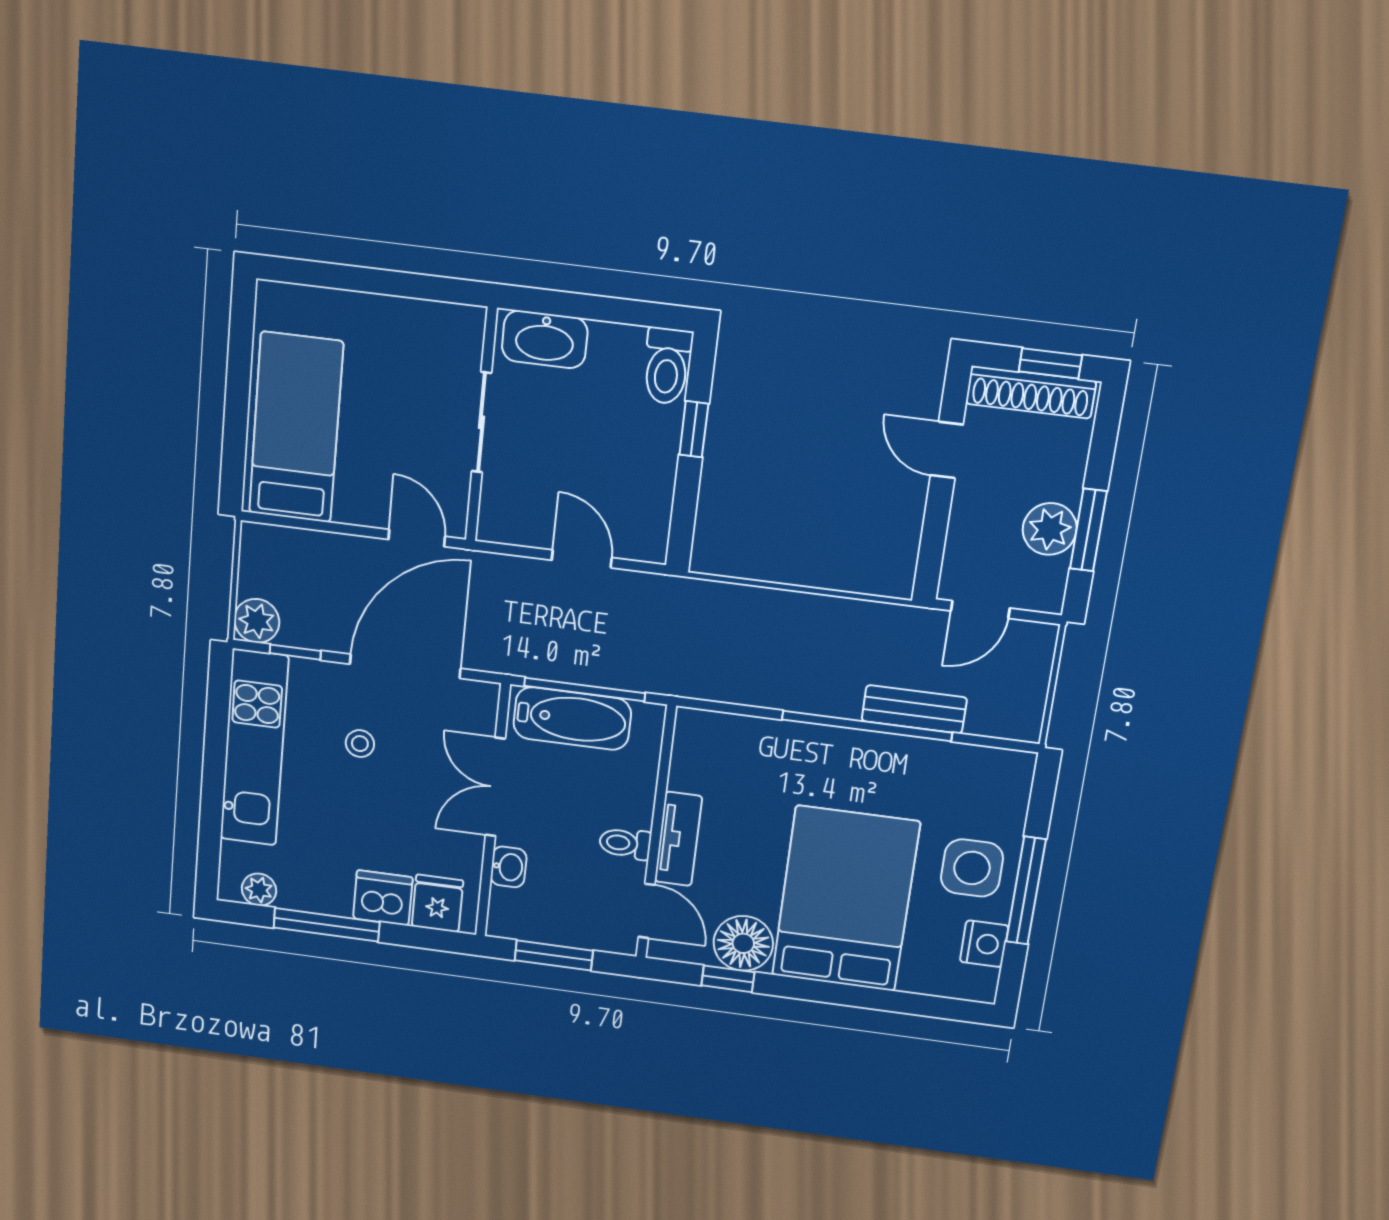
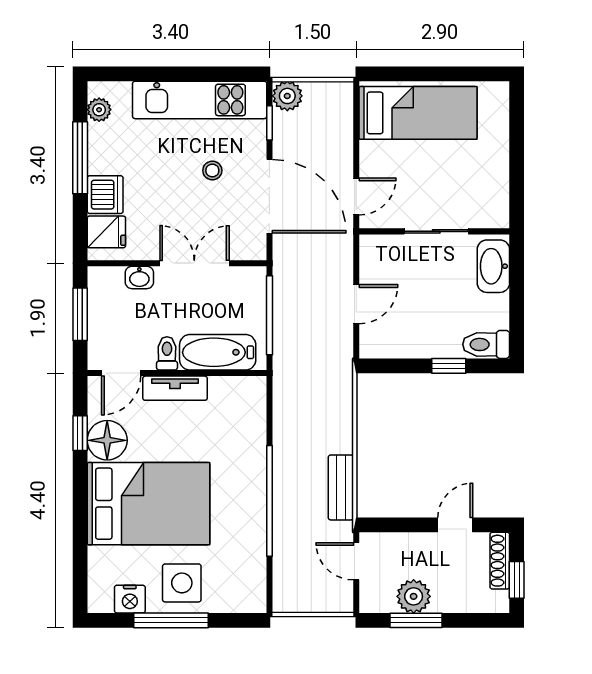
shoe rack: (1031, 392) -> (500, 561), width x0.74, depth x0.81
bench: (914, 709) -> (341, 487), moved
bathtub: (572, 719) -> (218, 352), moved, turned 90

